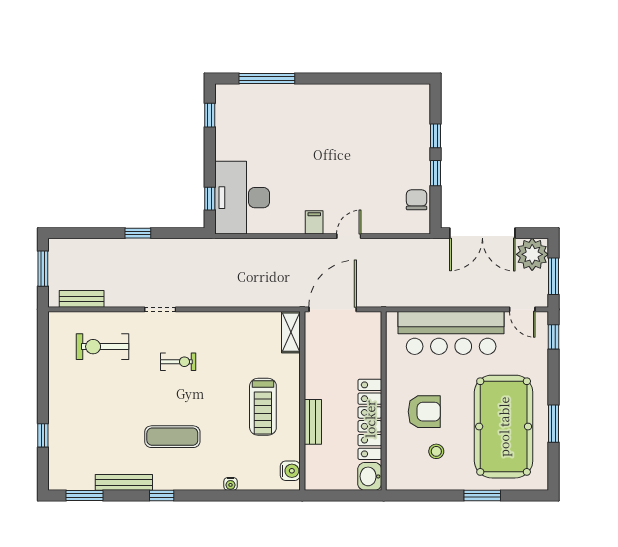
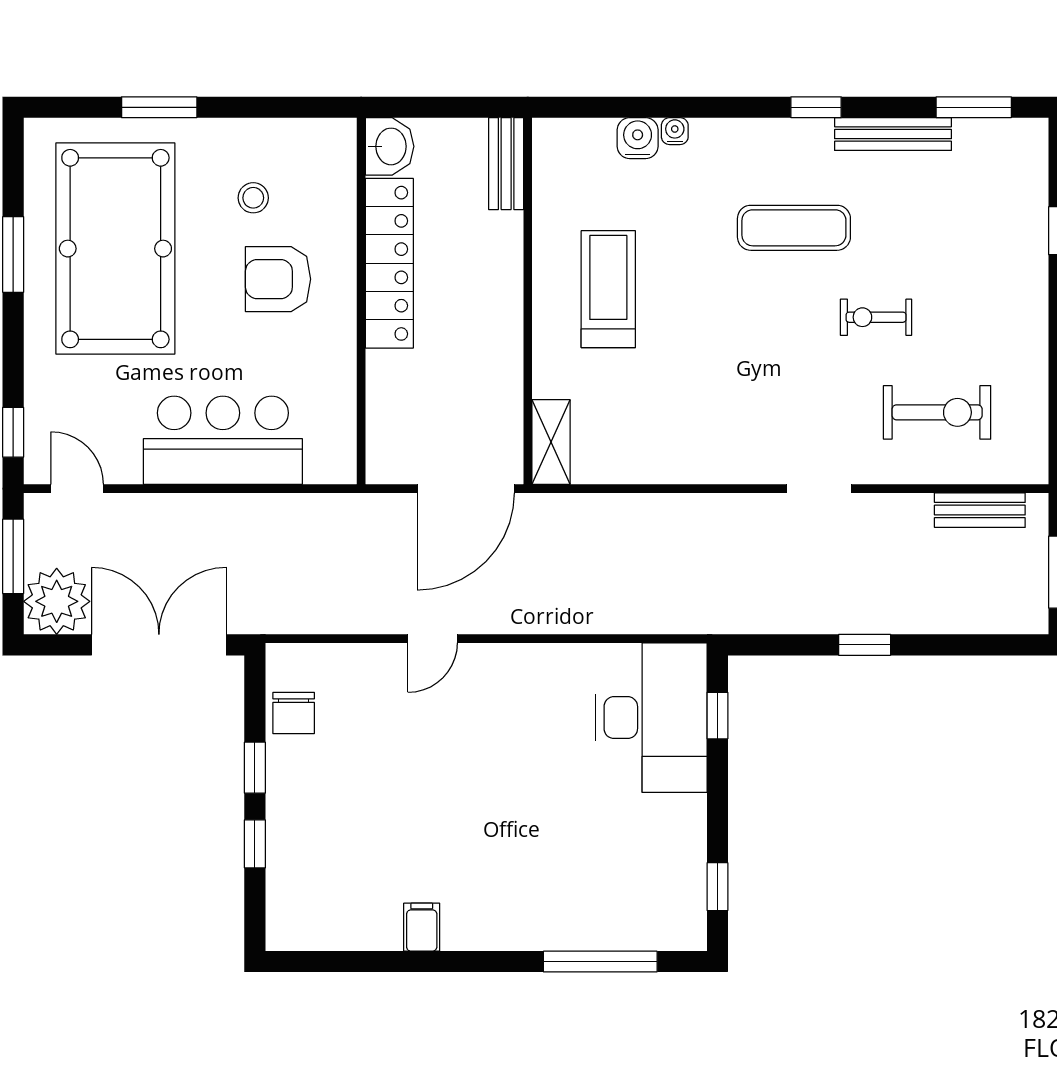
filing cabinet: (314, 222) -> (422, 927), moved, turned 180
bar counter: (451, 333) -> (223, 440), width x0.73
exercise bike: (178, 362) -> (876, 317), moved
bench: (313, 422) -> (506, 164), moved
water cooler: (290, 471) -> (638, 138), moved, turned 90

